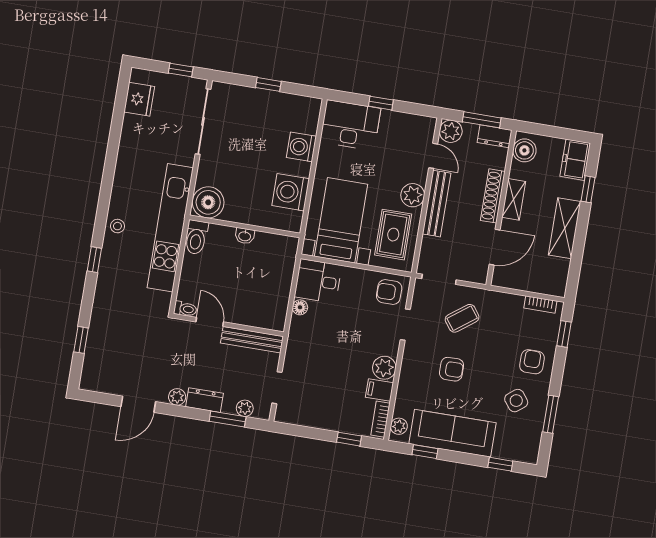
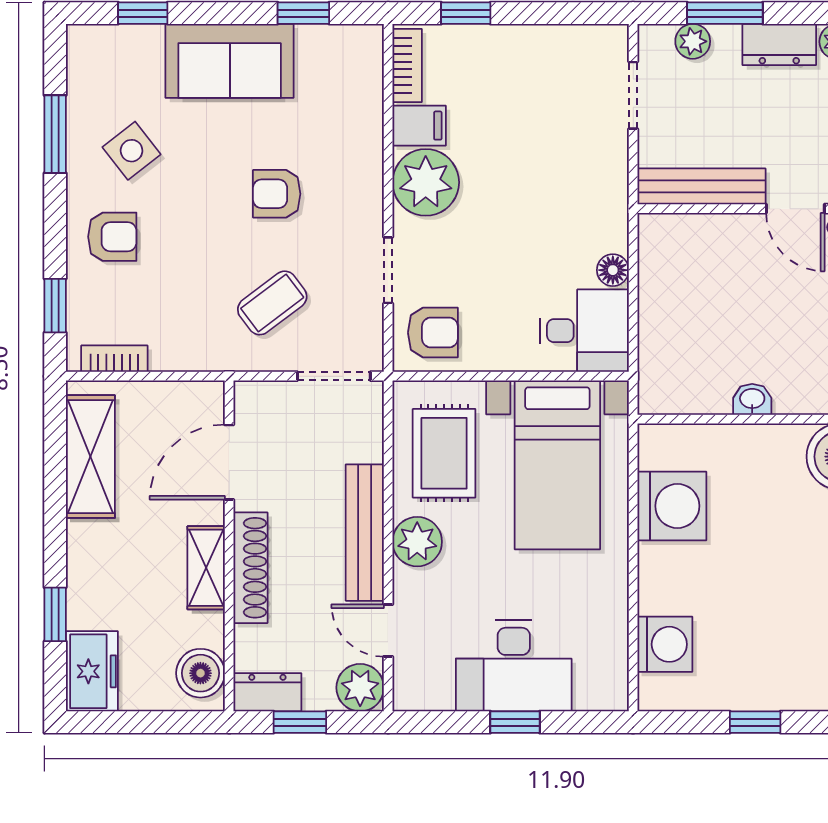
window: (482, 120) -> (300, 722), width x0.67
desk: (350, 125) -> (514, 666), moved
washing machine: (301, 147) -> (665, 644), moved
shelving: (565, 228) -> (90, 457), moved
armchair: (532, 362) -> (112, 237), turned -90
plant: (384, 368) -> (426, 182), width x1.36, depth x1.36
plant: (399, 426) -> (366, 57), removed
sofa: (453, 433) -> (230, 61), width x0.73

